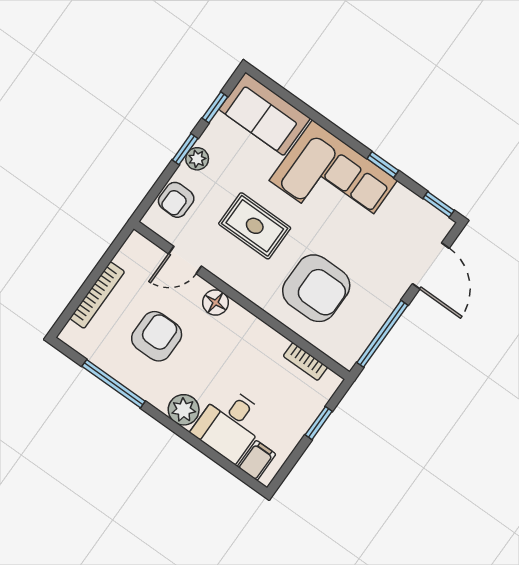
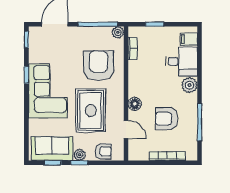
sofa: (265, 114) -> (52, 149), moved, turned -90
rug: (255, 226) -> (91, 110), width x1.36, depth x1.43
plant: (347, 356) -> (118, 32), added

